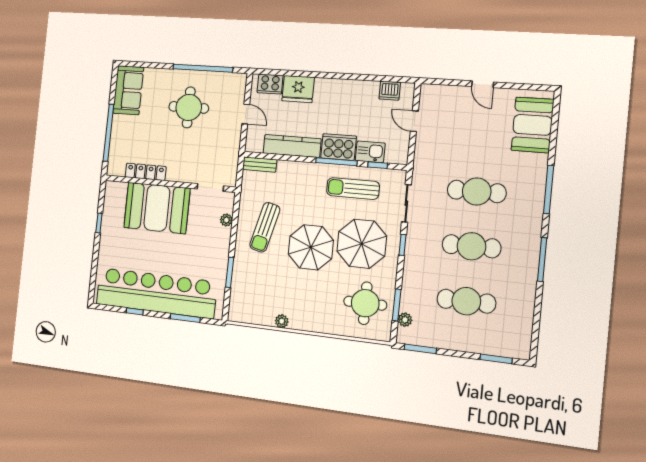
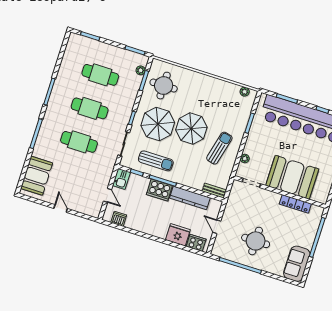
kitchen sink: (370, 152) -> (121, 179), moved, turned -90
plant: (282, 321) -> (245, 92), moved

